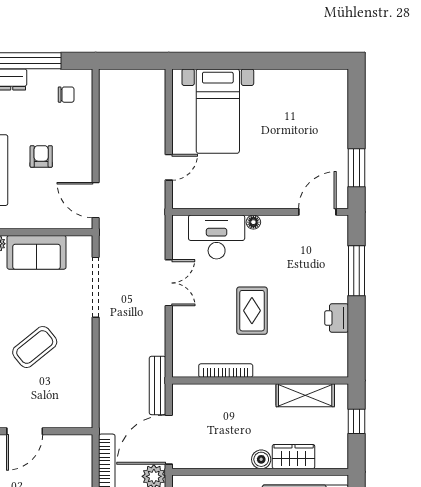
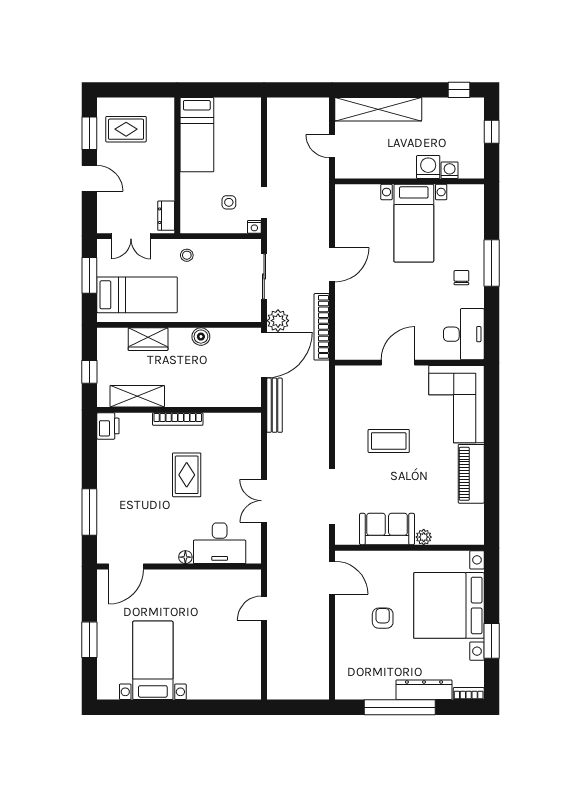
chair: (66, 95) -> (359, 676), removed
bed with nightstands: (218, 111) -> (153, 660), moved
armchair: (41, 156) -> (383, 618), turned 180
window: (357, 168) -> (89, 640), moved
printer: (337, 318) -> (108, 426), moved
coffee table: (35, 347) -> (389, 441), turned 39
bookcase: (226, 371) -> (178, 419), moved
boiler: (261, 459) -> (201, 337), moved

